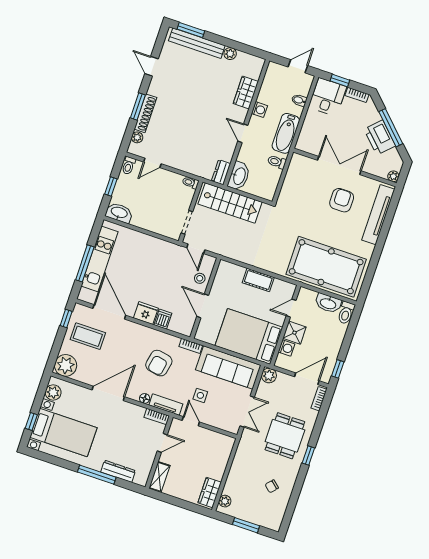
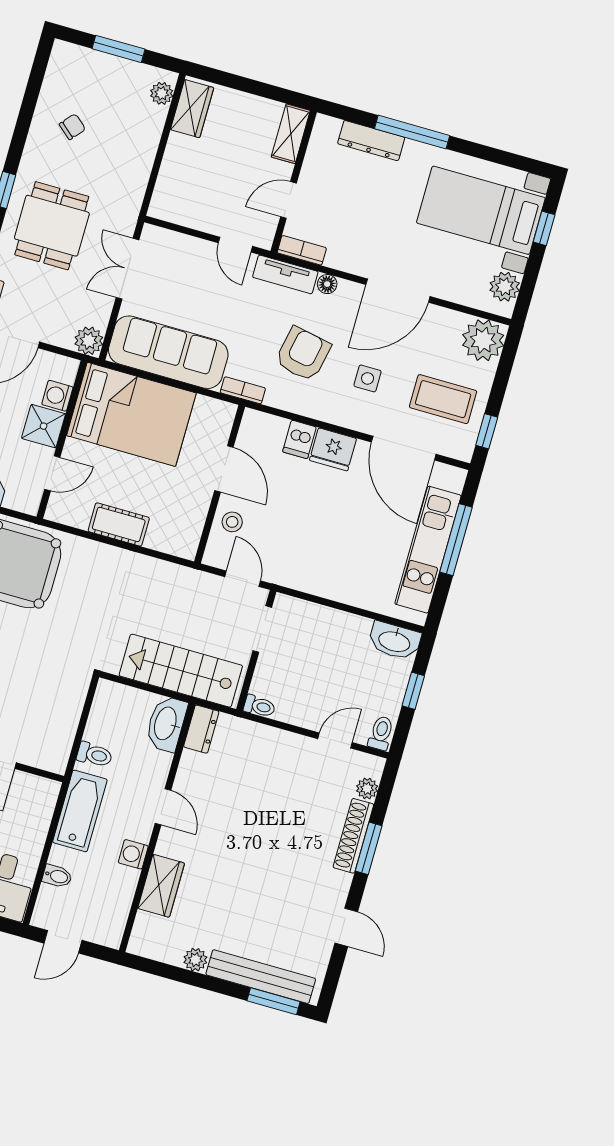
side table: (200, 395) -> (368, 378), moved

